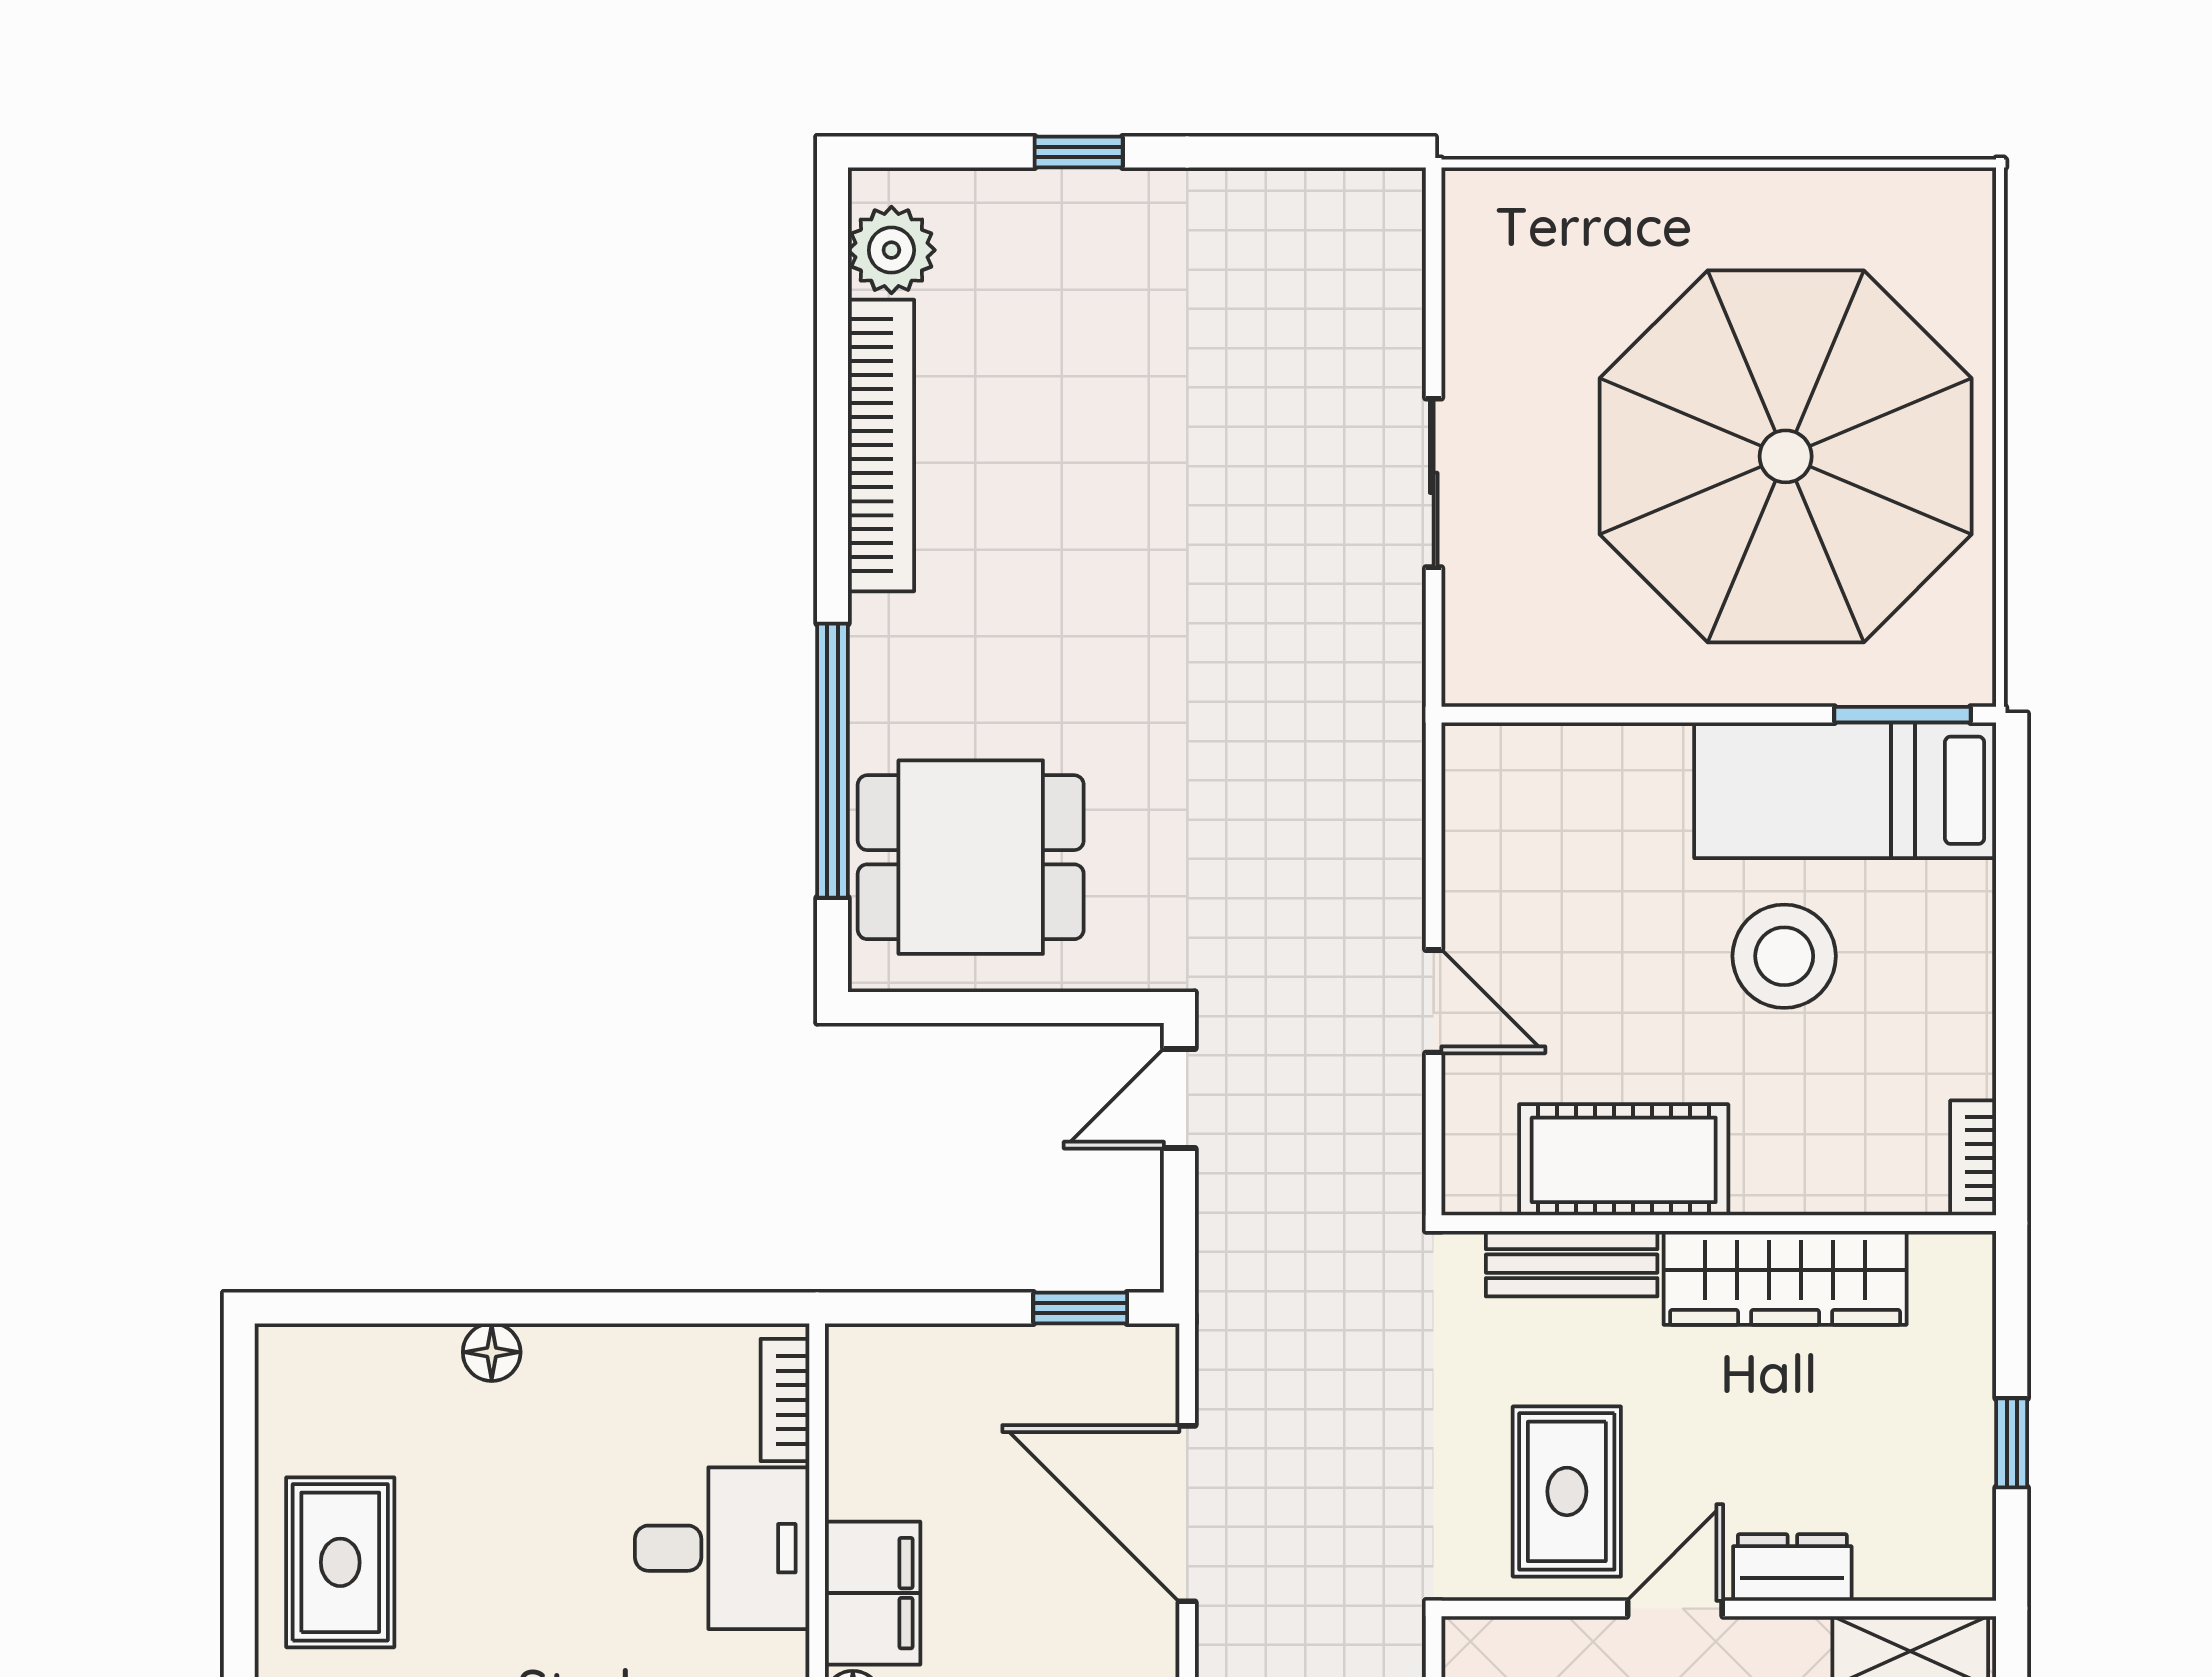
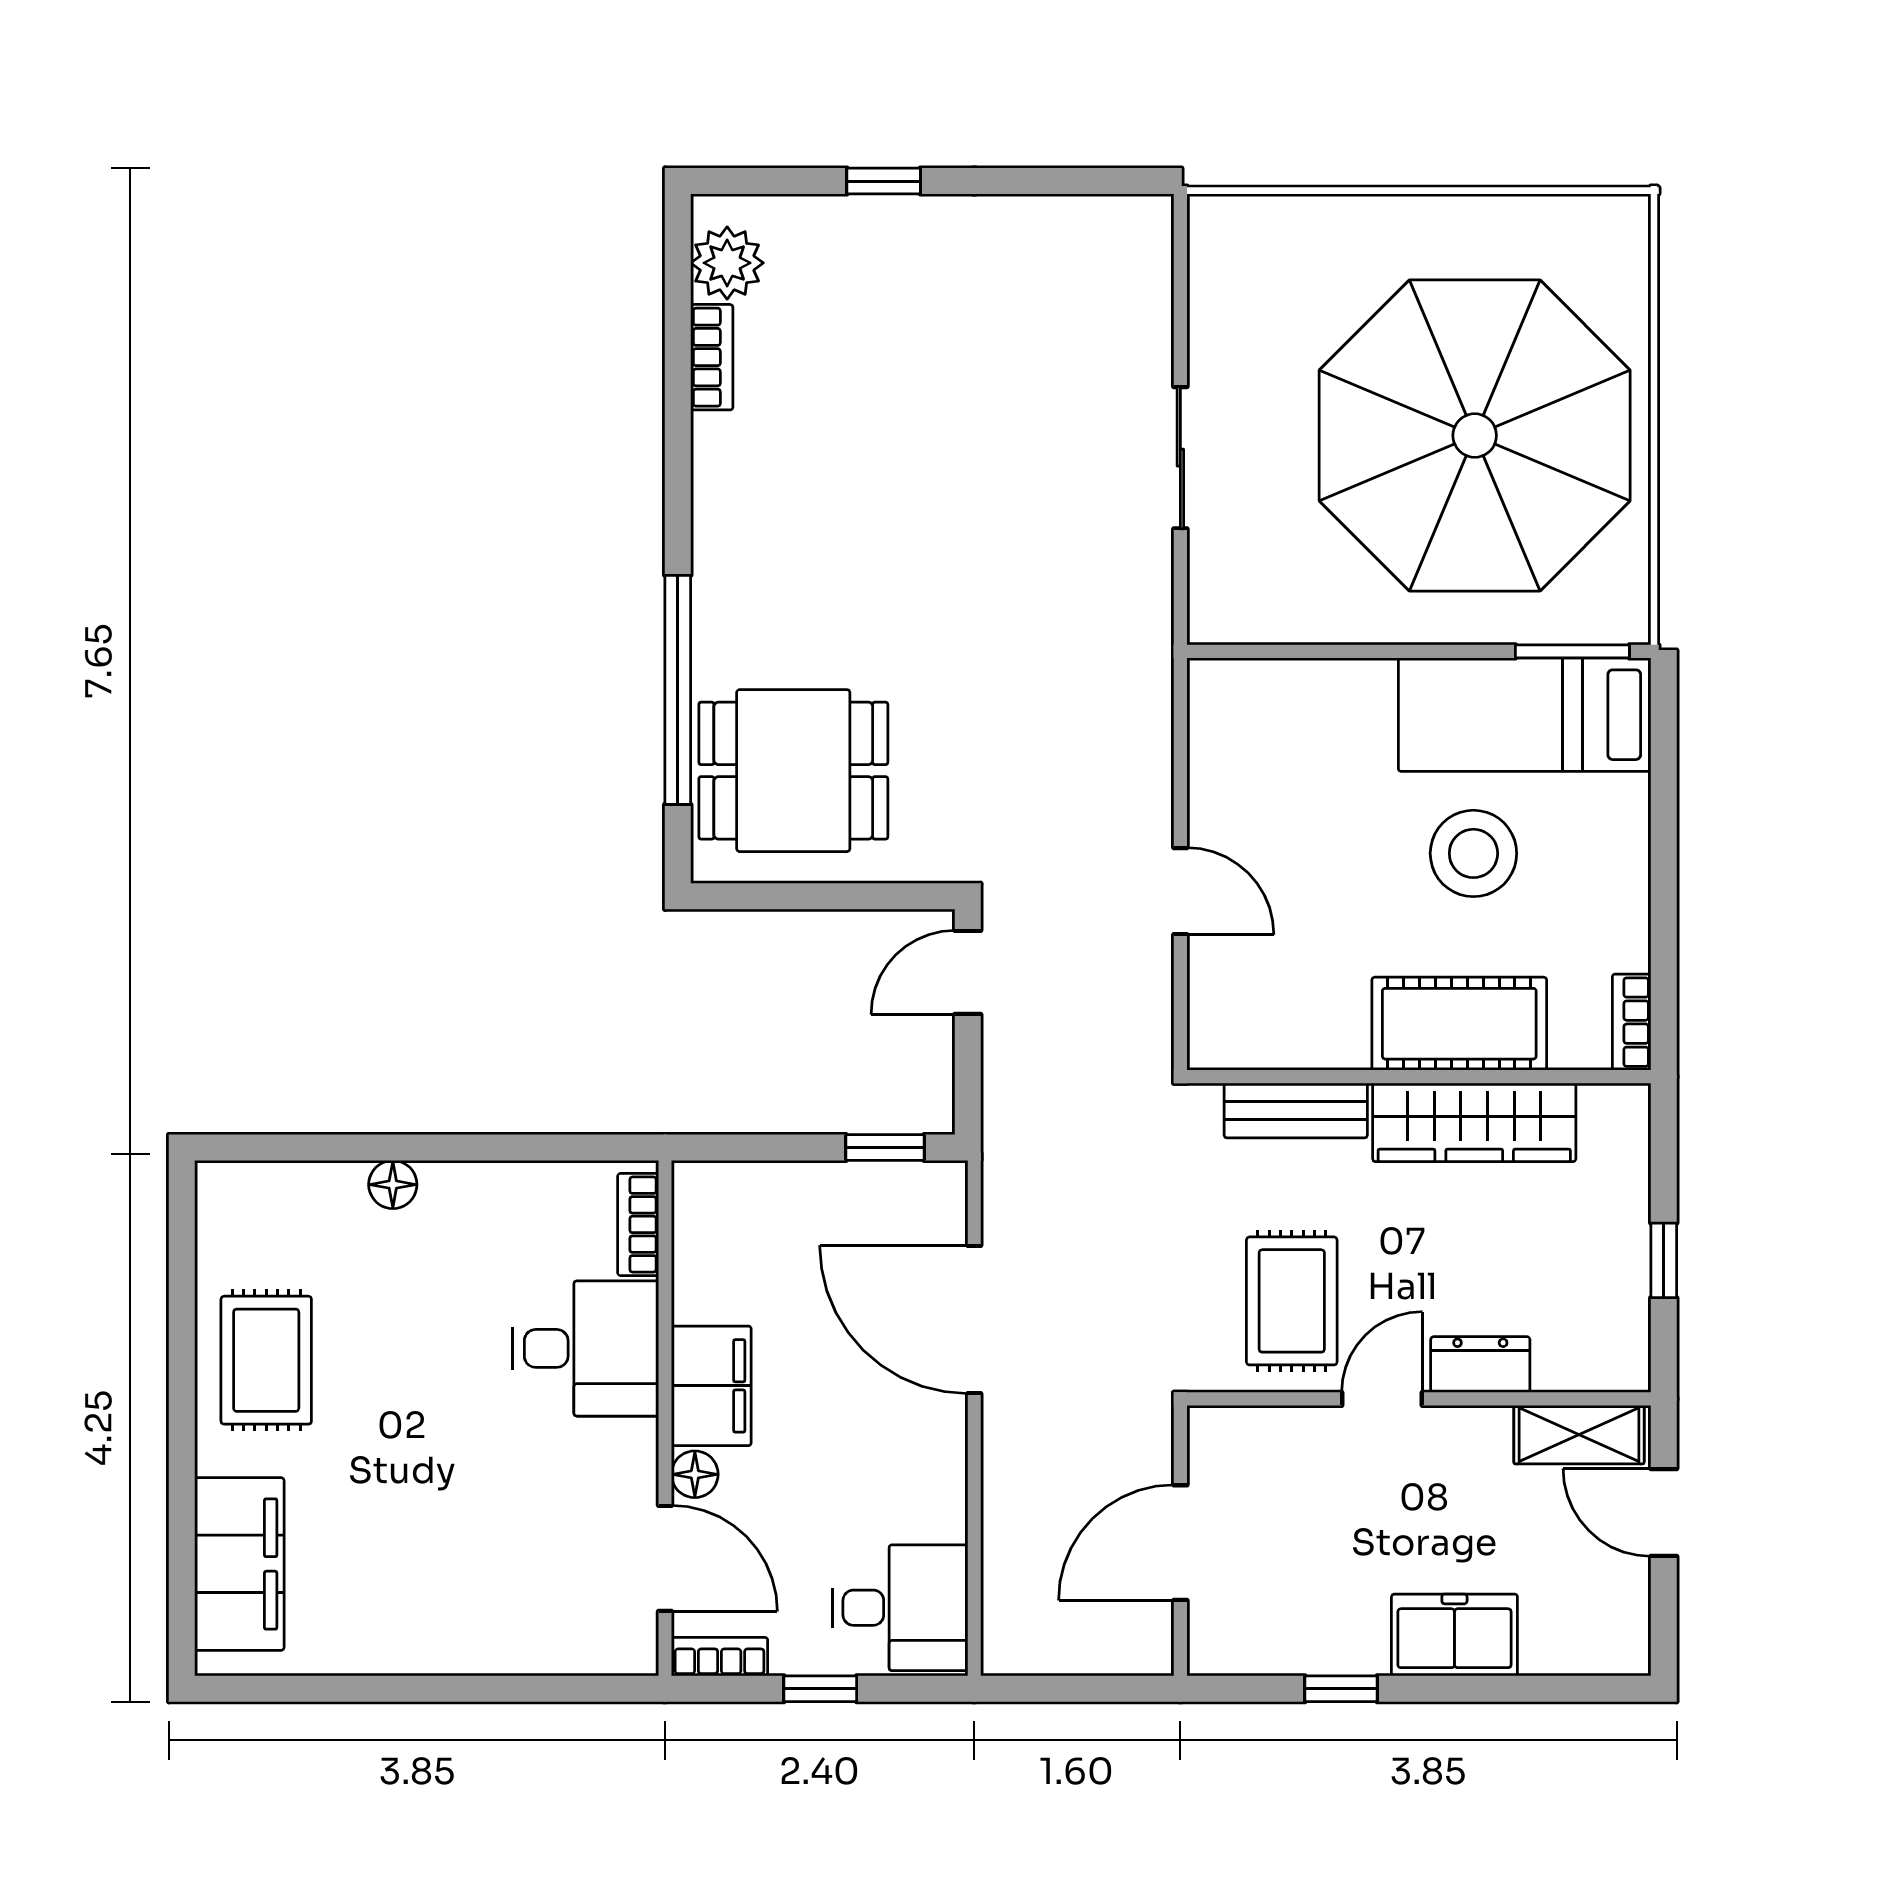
bookcase: (881, 445) -> (712, 357), width x0.43, depth x0.76
cot: (1624, 1160) -> (1459, 1024), moved

